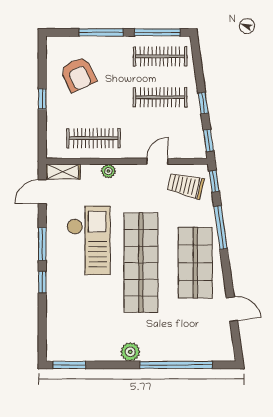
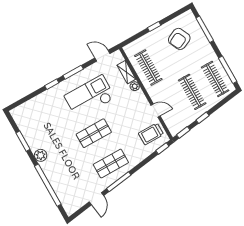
window: (101, 32) -> (205, 29), moved
shelving: (63, 172) -> (126, 72), moved
trolley: (186, 185) -> (151, 134), turned -103
window: (221, 227) -> (119, 182), moved
checkout: (89, 240) -> (90, 97), turned 180
shop shelf: (141, 263) -> (94, 133), width x0.50, depth x0.74
shop shelf: (195, 263) -> (111, 164), width x0.70, depth x0.74
window: (69, 365) -> (23, 141), moved

